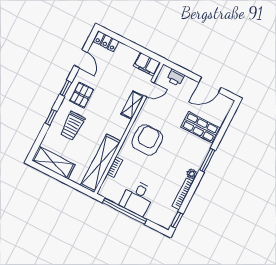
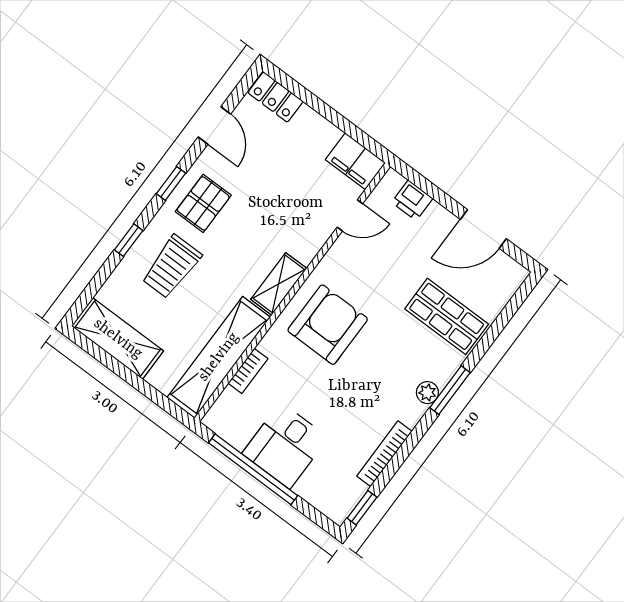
shelving: (132, 105) -> (279, 284), moved
plant: (192, 174) -> (427, 393), moved

